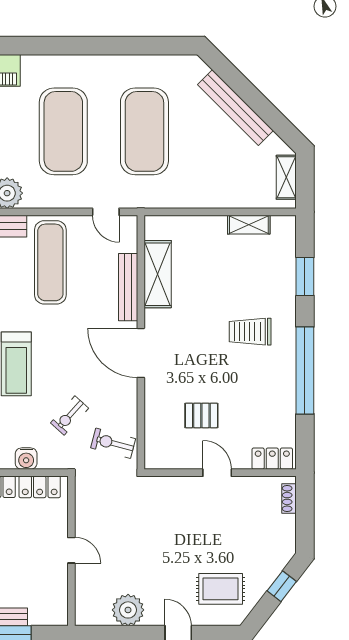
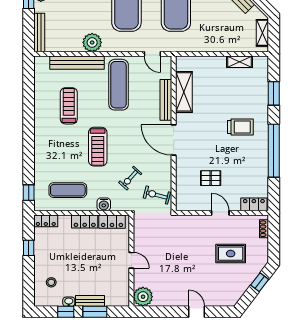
trolley: (250, 332) -> (240, 127), turned 180
rug: (221, 589) -> (231, 254), moved
plant: (128, 610) -> (143, 297), moved

